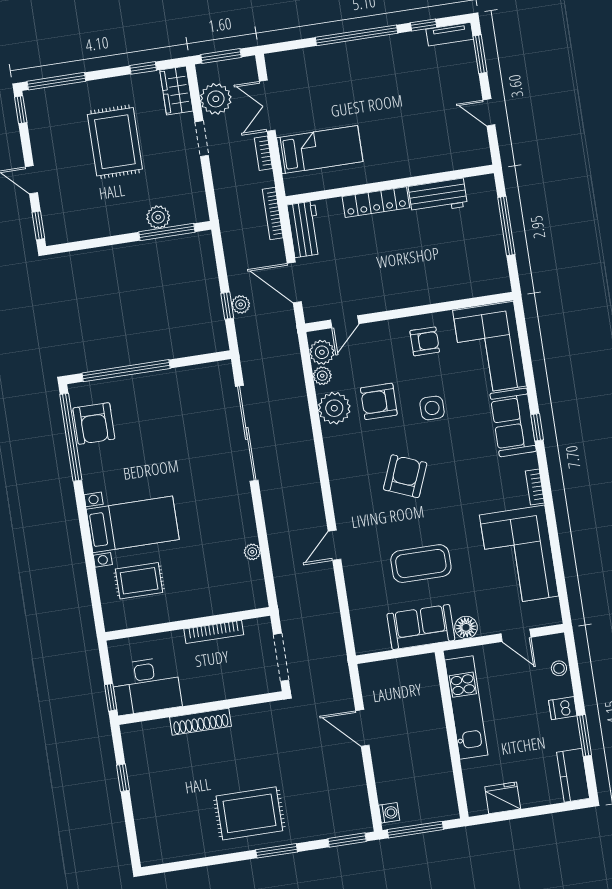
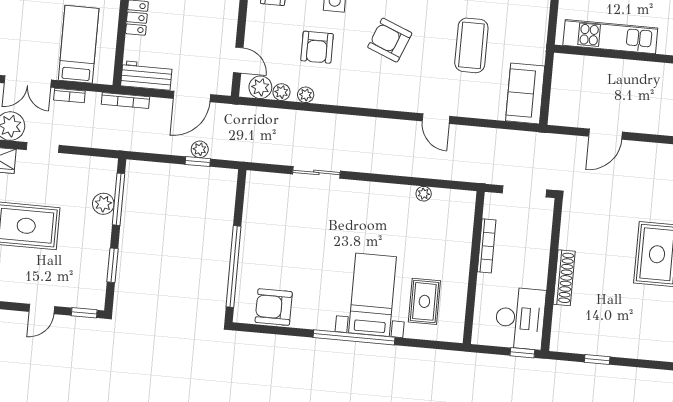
window: (96, 243) -> (112, 265), added
plant: (334, 408) -> (306, 95), width x0.53, depth x0.53
armchair: (94, 423) -> (274, 307), turned 180
sliding door: (247, 433) -> (316, 172), width x0.54
window: (71, 437) -> (354, 337), moved
sofa: (421, 627) -> (525, 93), moved
floor lamp: (466, 627) -> (539, 19), removed

